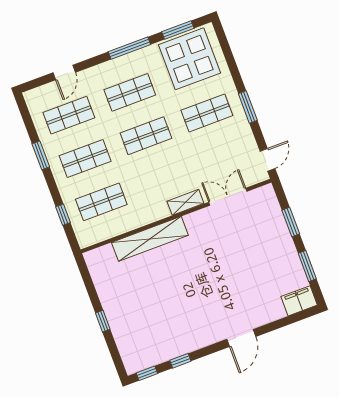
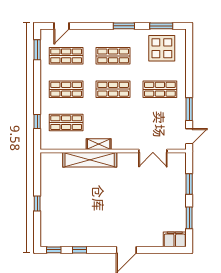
window: (129, 48) -> (124, 26), width x0.69
display table: (189, 59) -> (162, 48), width x0.73, depth x0.73
door: (64, 72) -> (61, 26), moved
window: (248, 107) -> (189, 109), moved
window: (41, 155) -> (37, 50), moved
double door: (228, 197) -> (153, 151), swing flipped
shelving: (185, 202) -> (99, 144), moved

